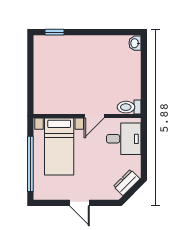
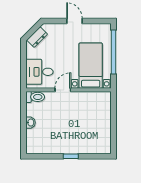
window: (54, 32) -> (71, 156), moved
washbasin: (135, 43) -> (31, 123), moved

